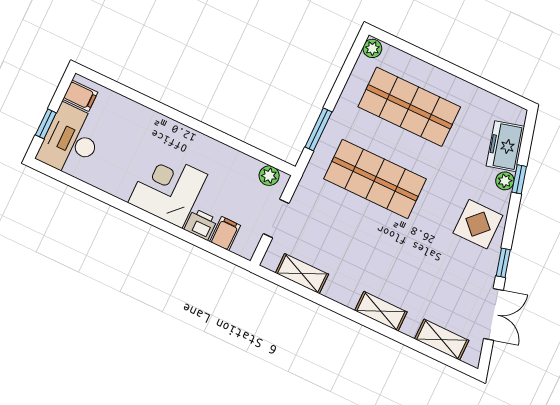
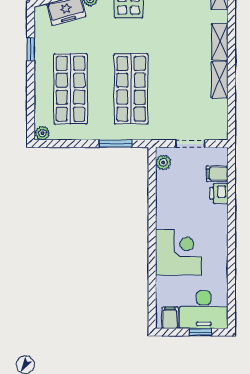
window: (479, 82) -> (31, 49), added
corner desk: (168, 189) -> (179, 252), moved, turned 180
shelving: (302, 274) -> (220, 80), moved

